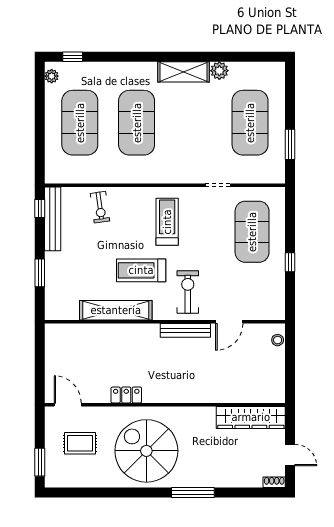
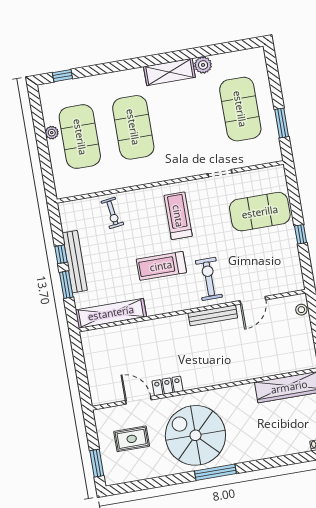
plant: (52, 76) -> (52, 133), moved
window: (40, 209) -> (61, 254), moved
bench: (53, 219) -> (75, 262), moved
exercise mat: (252, 232) -> (260, 212), turned 90
shelving: (116, 310) -> (111, 313), moved
door: (68, 405) -> (138, 400), moved
window: (193, 492) -> (215, 472), moved

